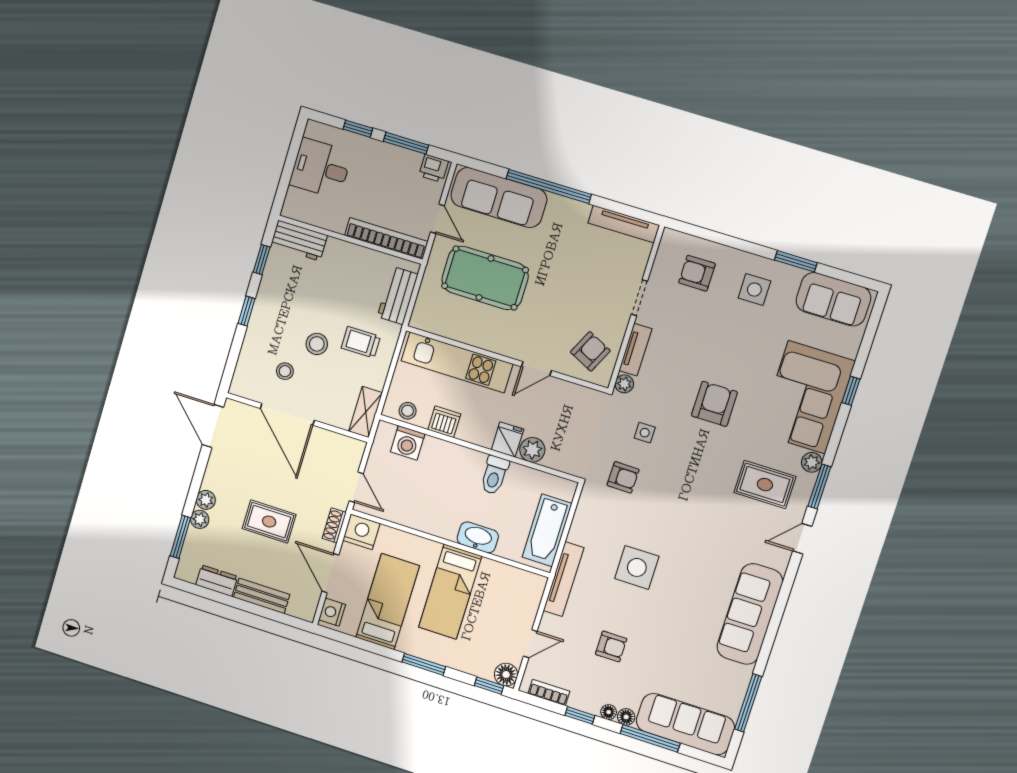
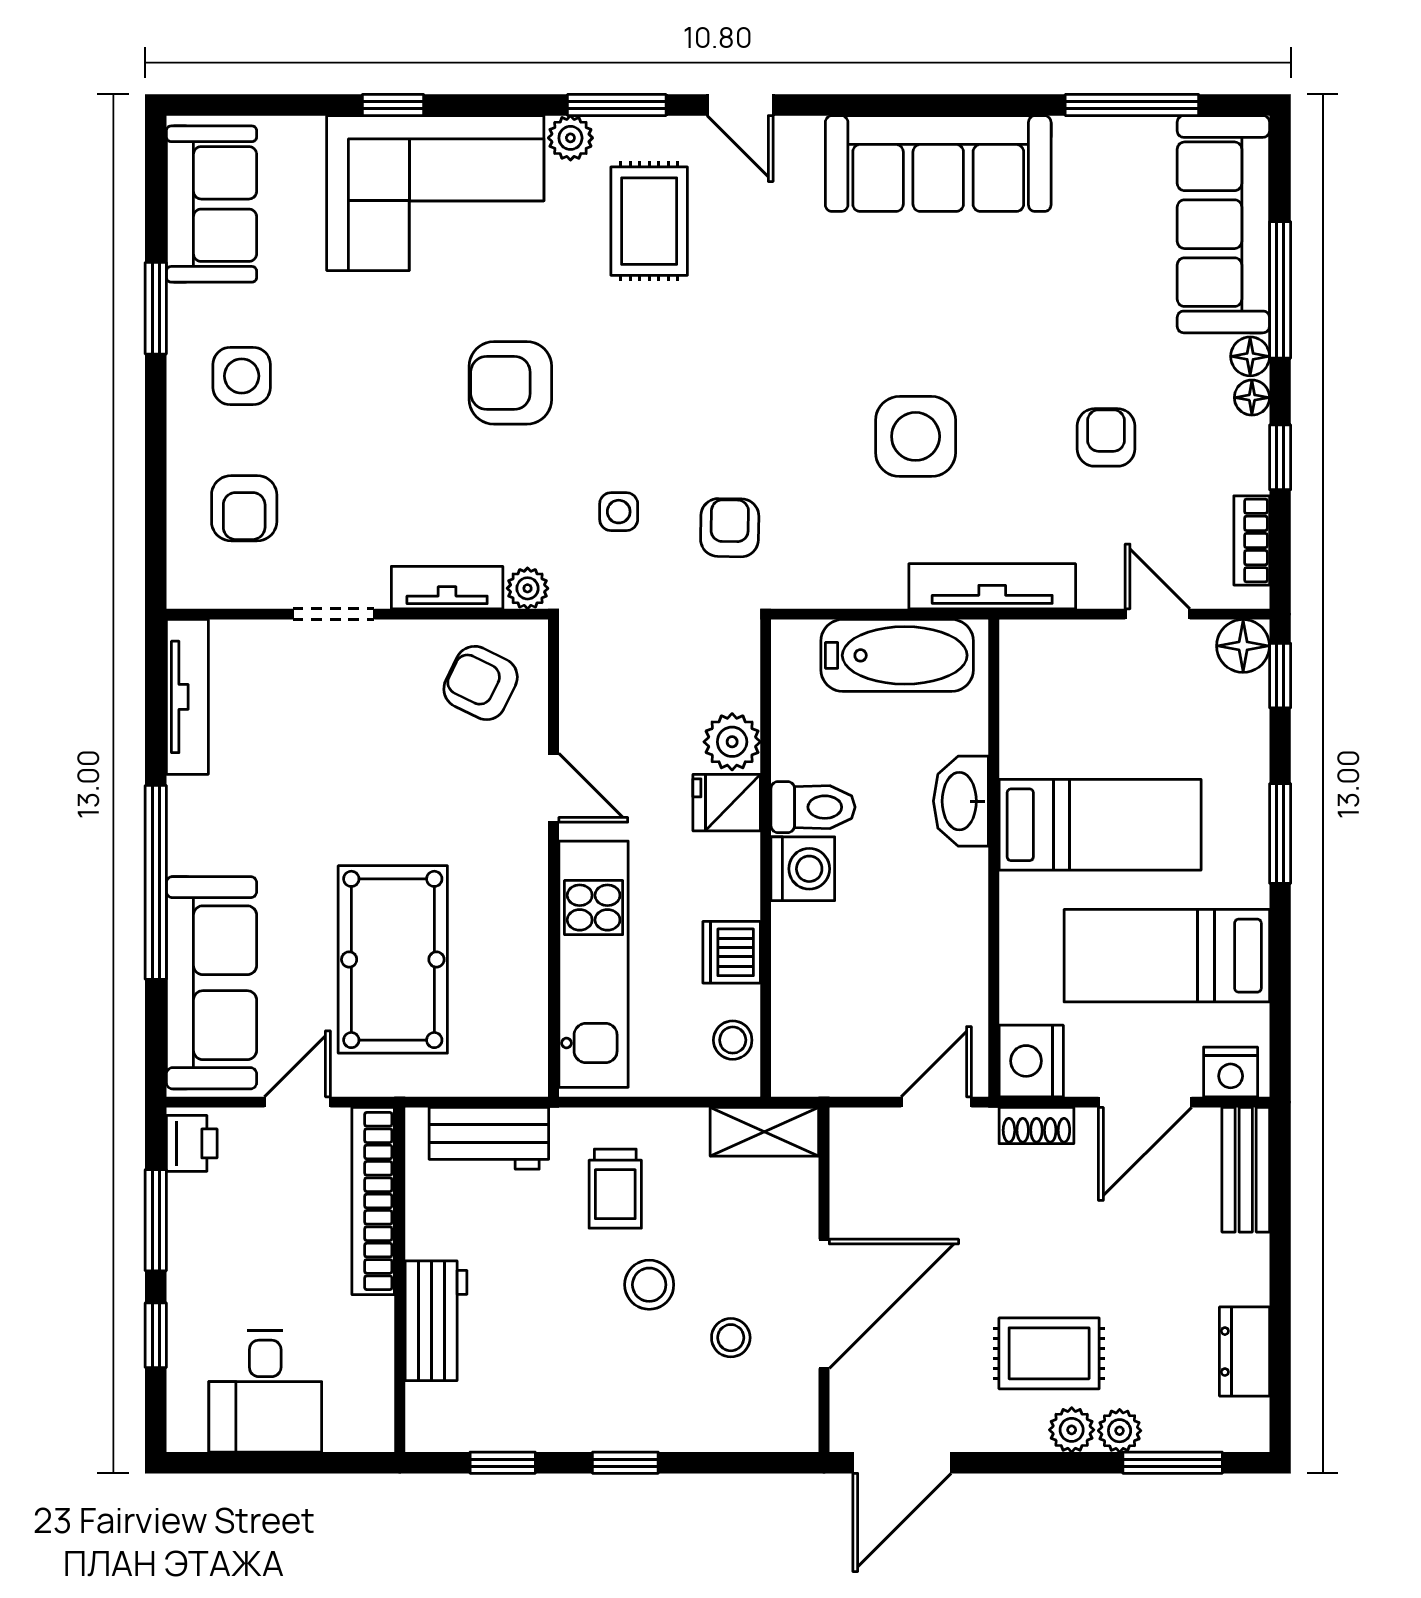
workbench: (299, 241) -> (436, 1321), moved
washing machine: (408, 443) -> (803, 869), moved
rug: (269, 522) -> (1049, 1353), moved, turned 90
bench: (262, 596) -> (1246, 1170), moved

